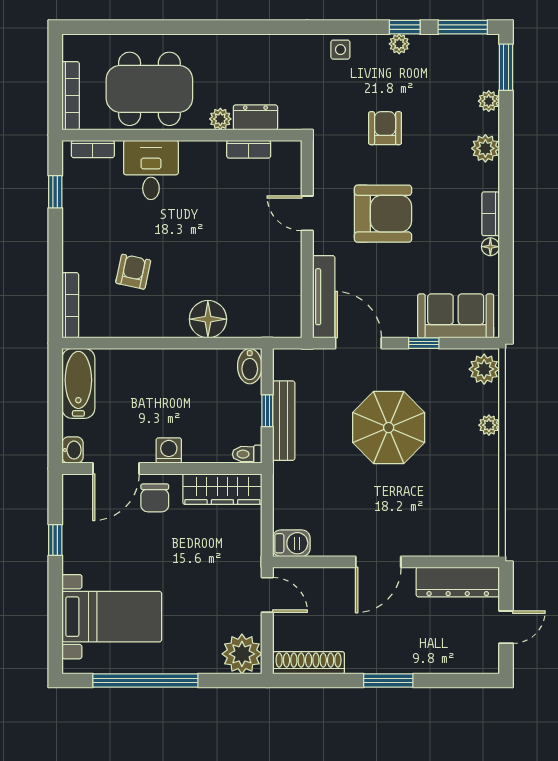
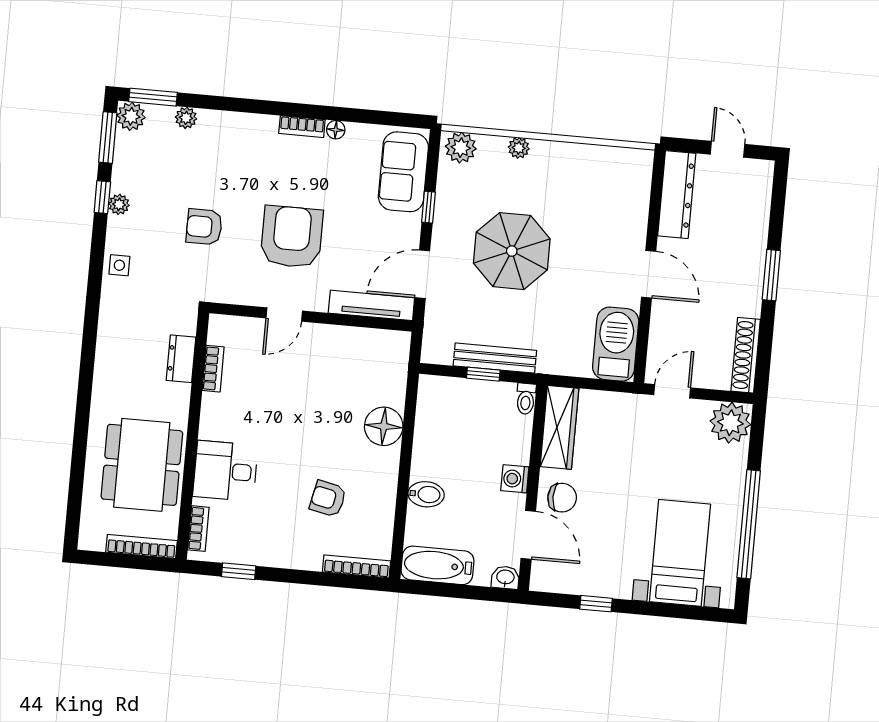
plant: (220, 119) -> (179, 395), removed
plant: (485, 148) -> (131, 116), moved
bidet: (250, 366) -> (426, 494), moved
barbecue: (291, 543) -> (616, 344), width x1.88, depth x1.53

